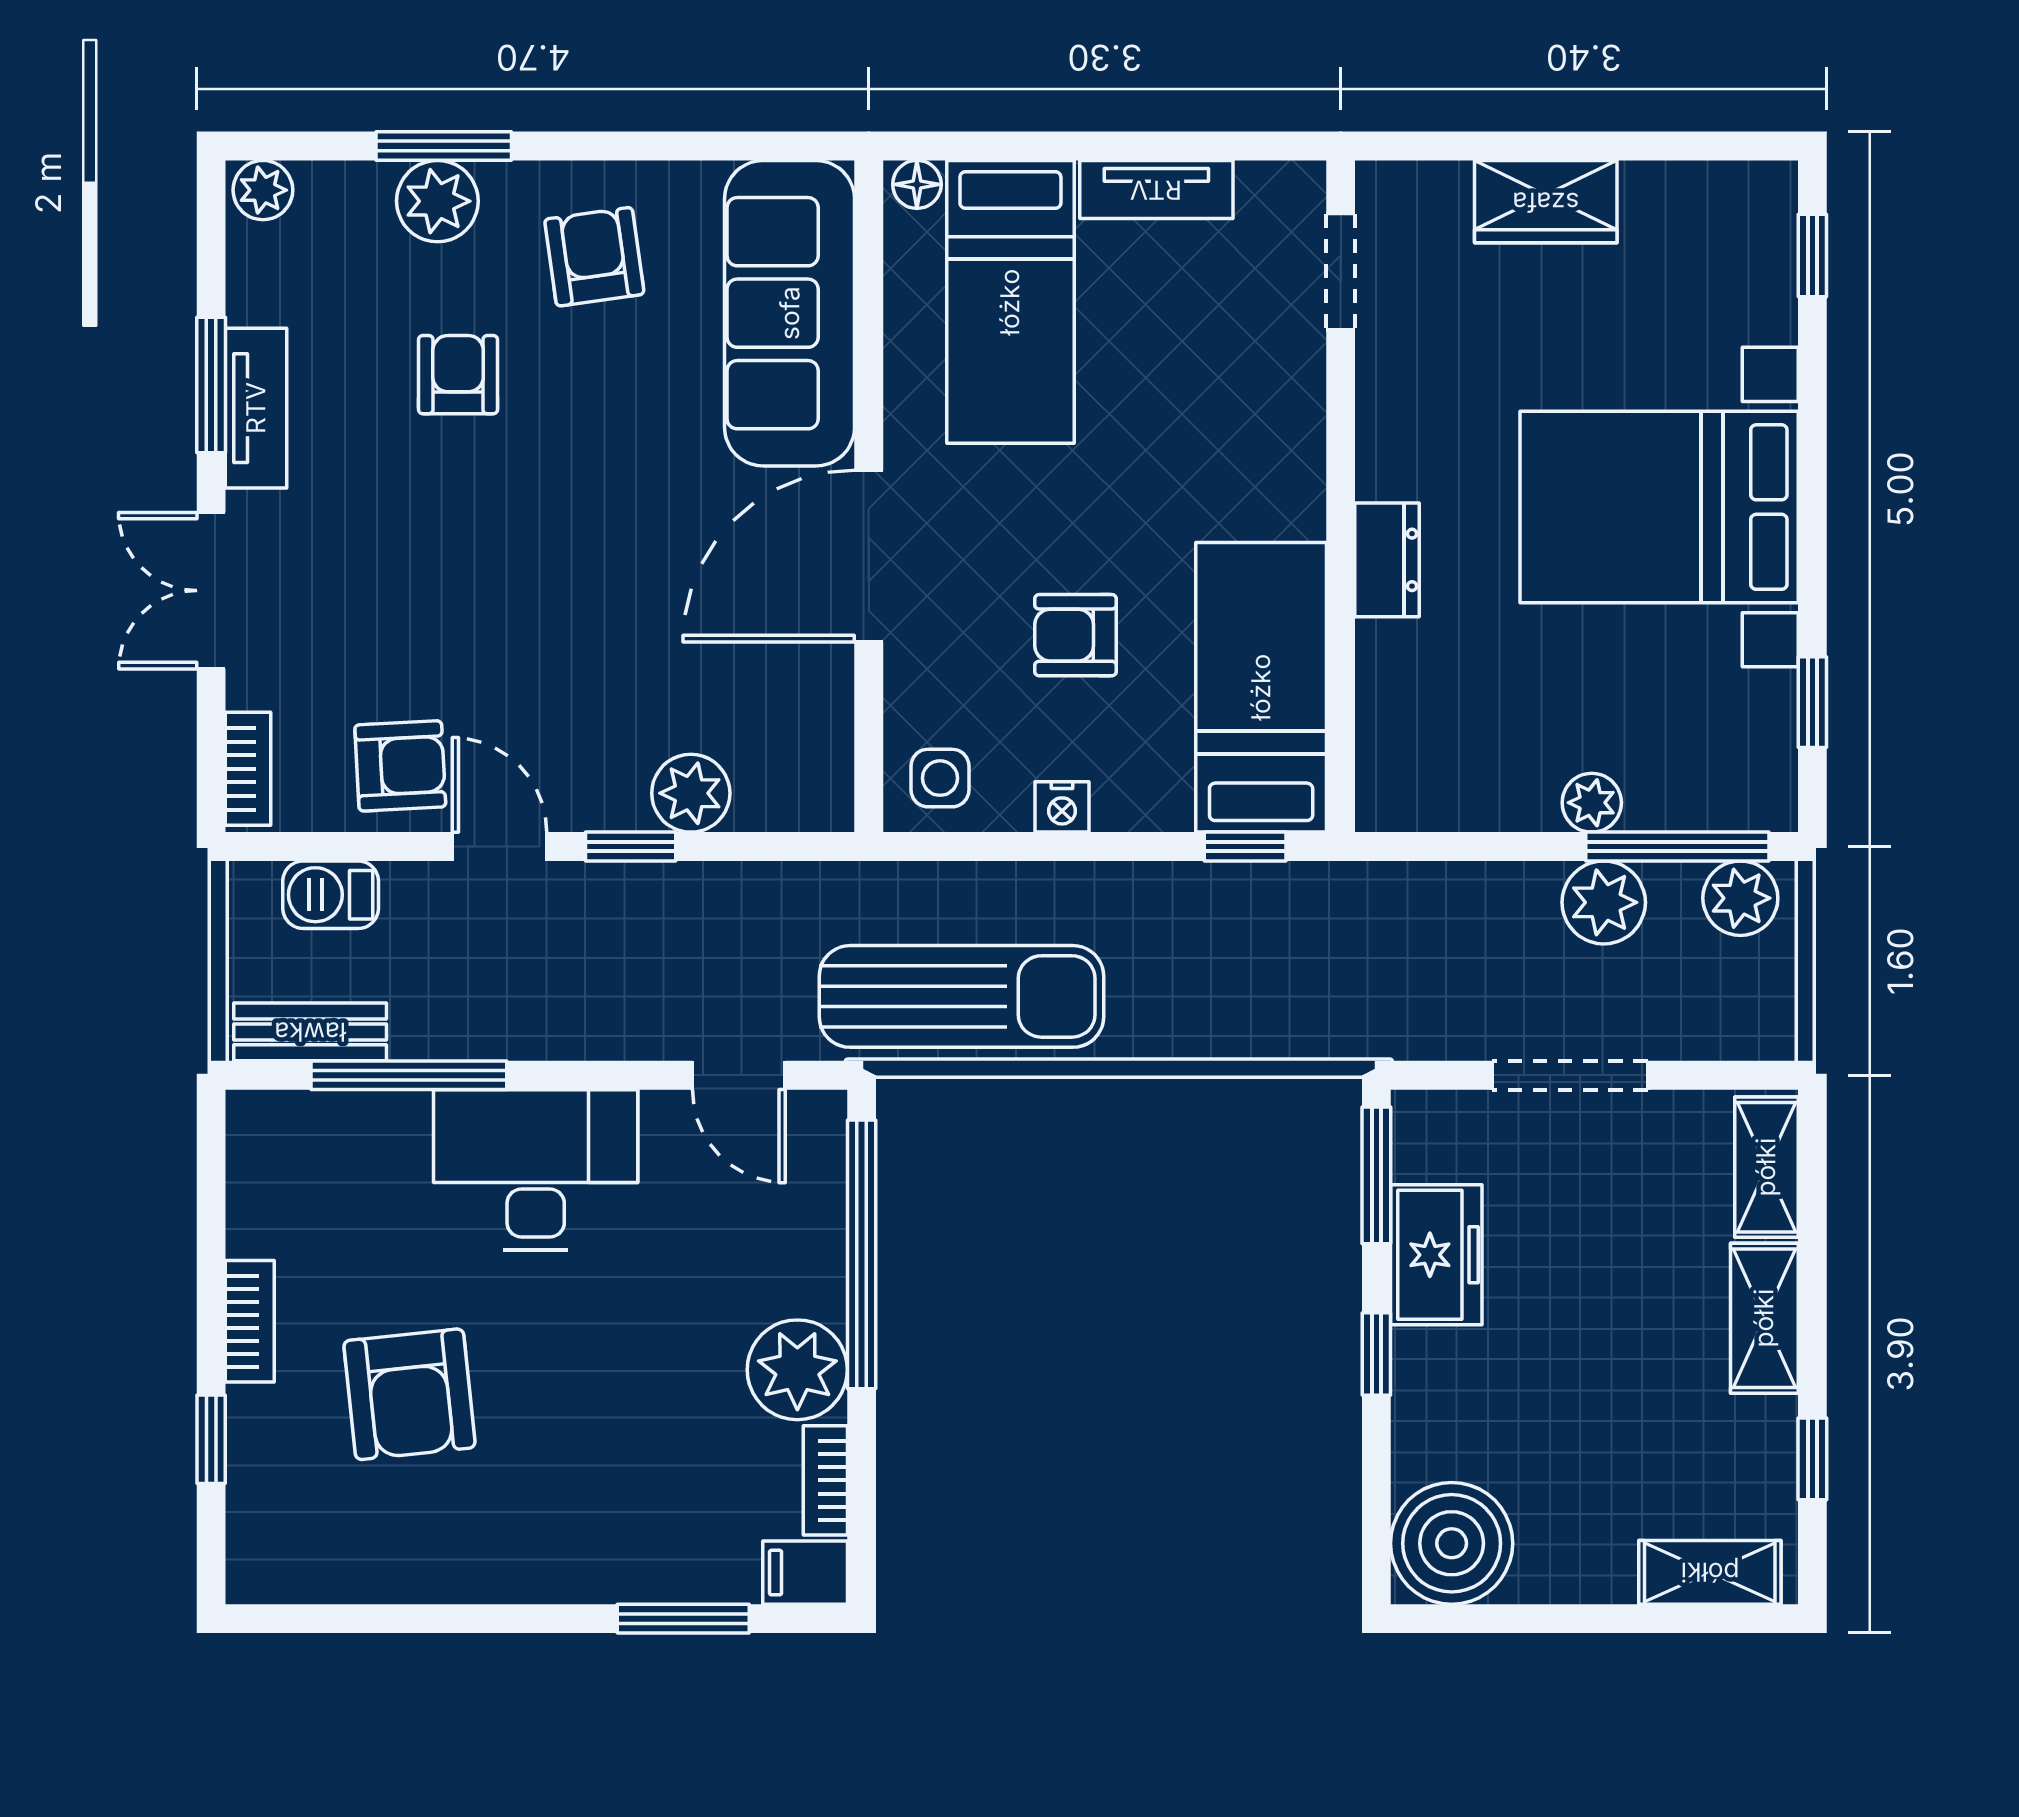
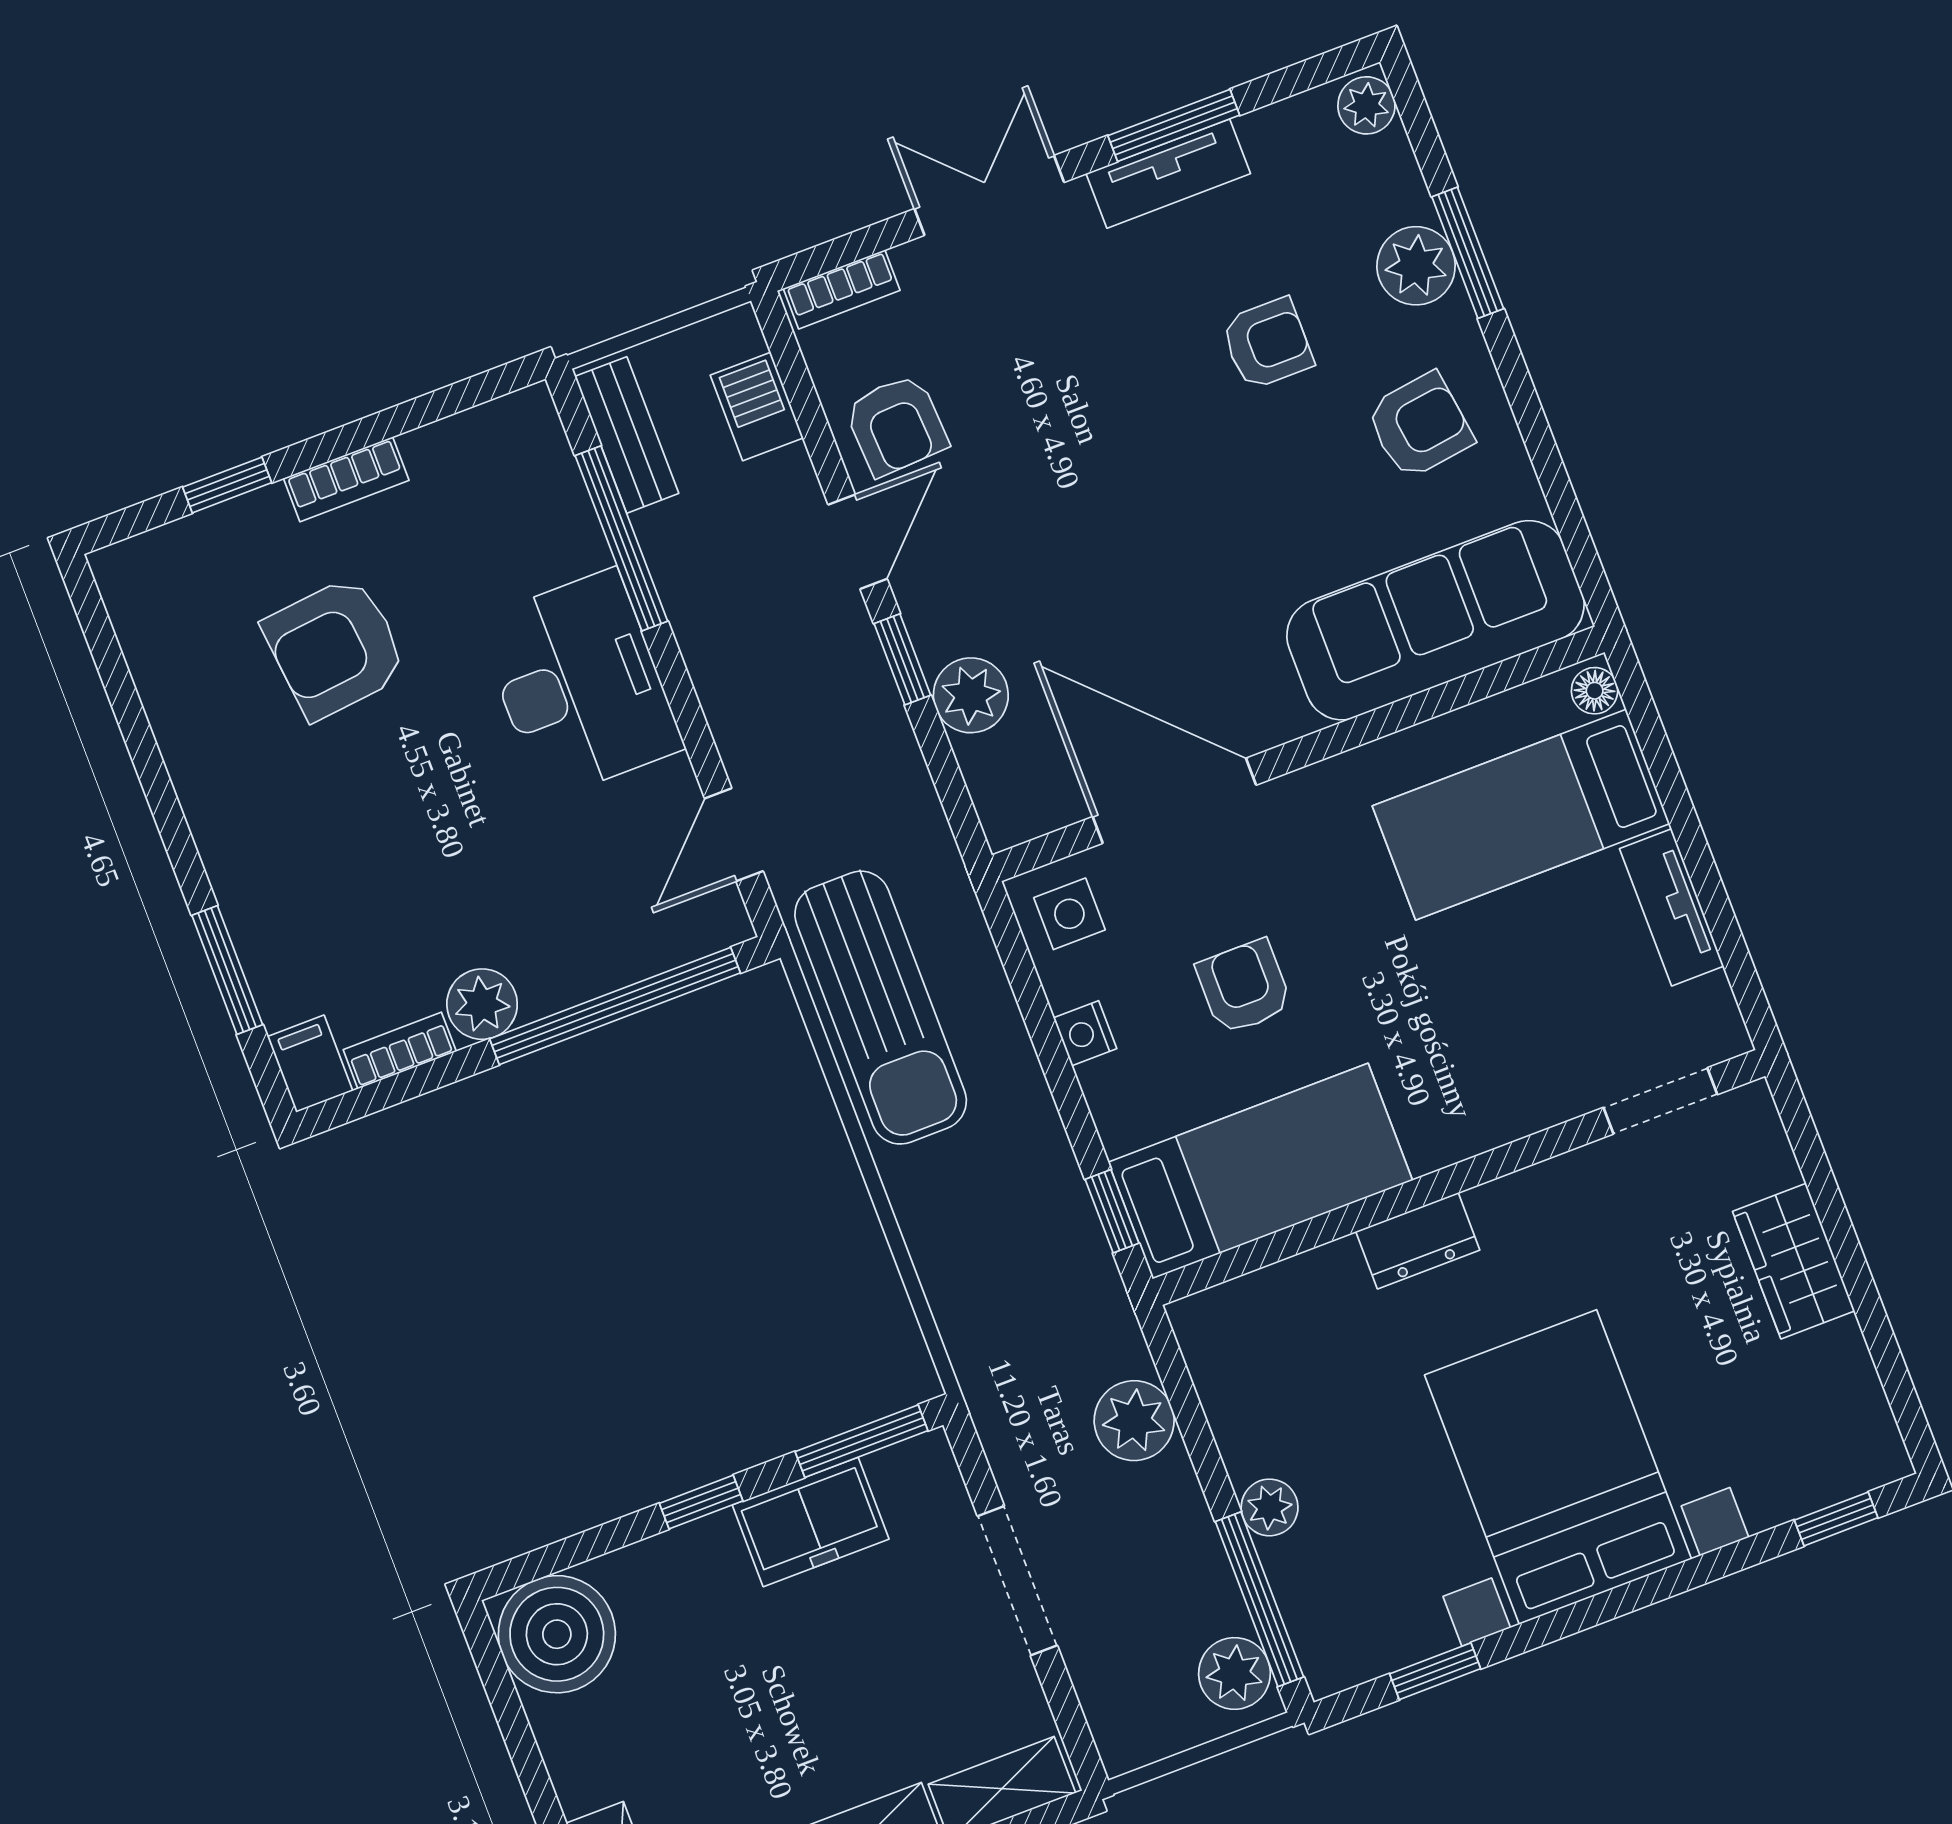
door: (869, 556) -> (1174, 801), moved
plant: (1604, 902) -> (1134, 1421), moved
plant: (797, 1370) -> (482, 1004), width x0.73, depth x0.73

